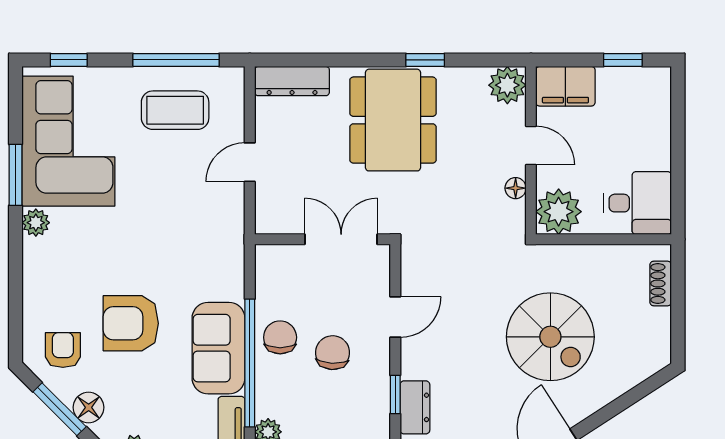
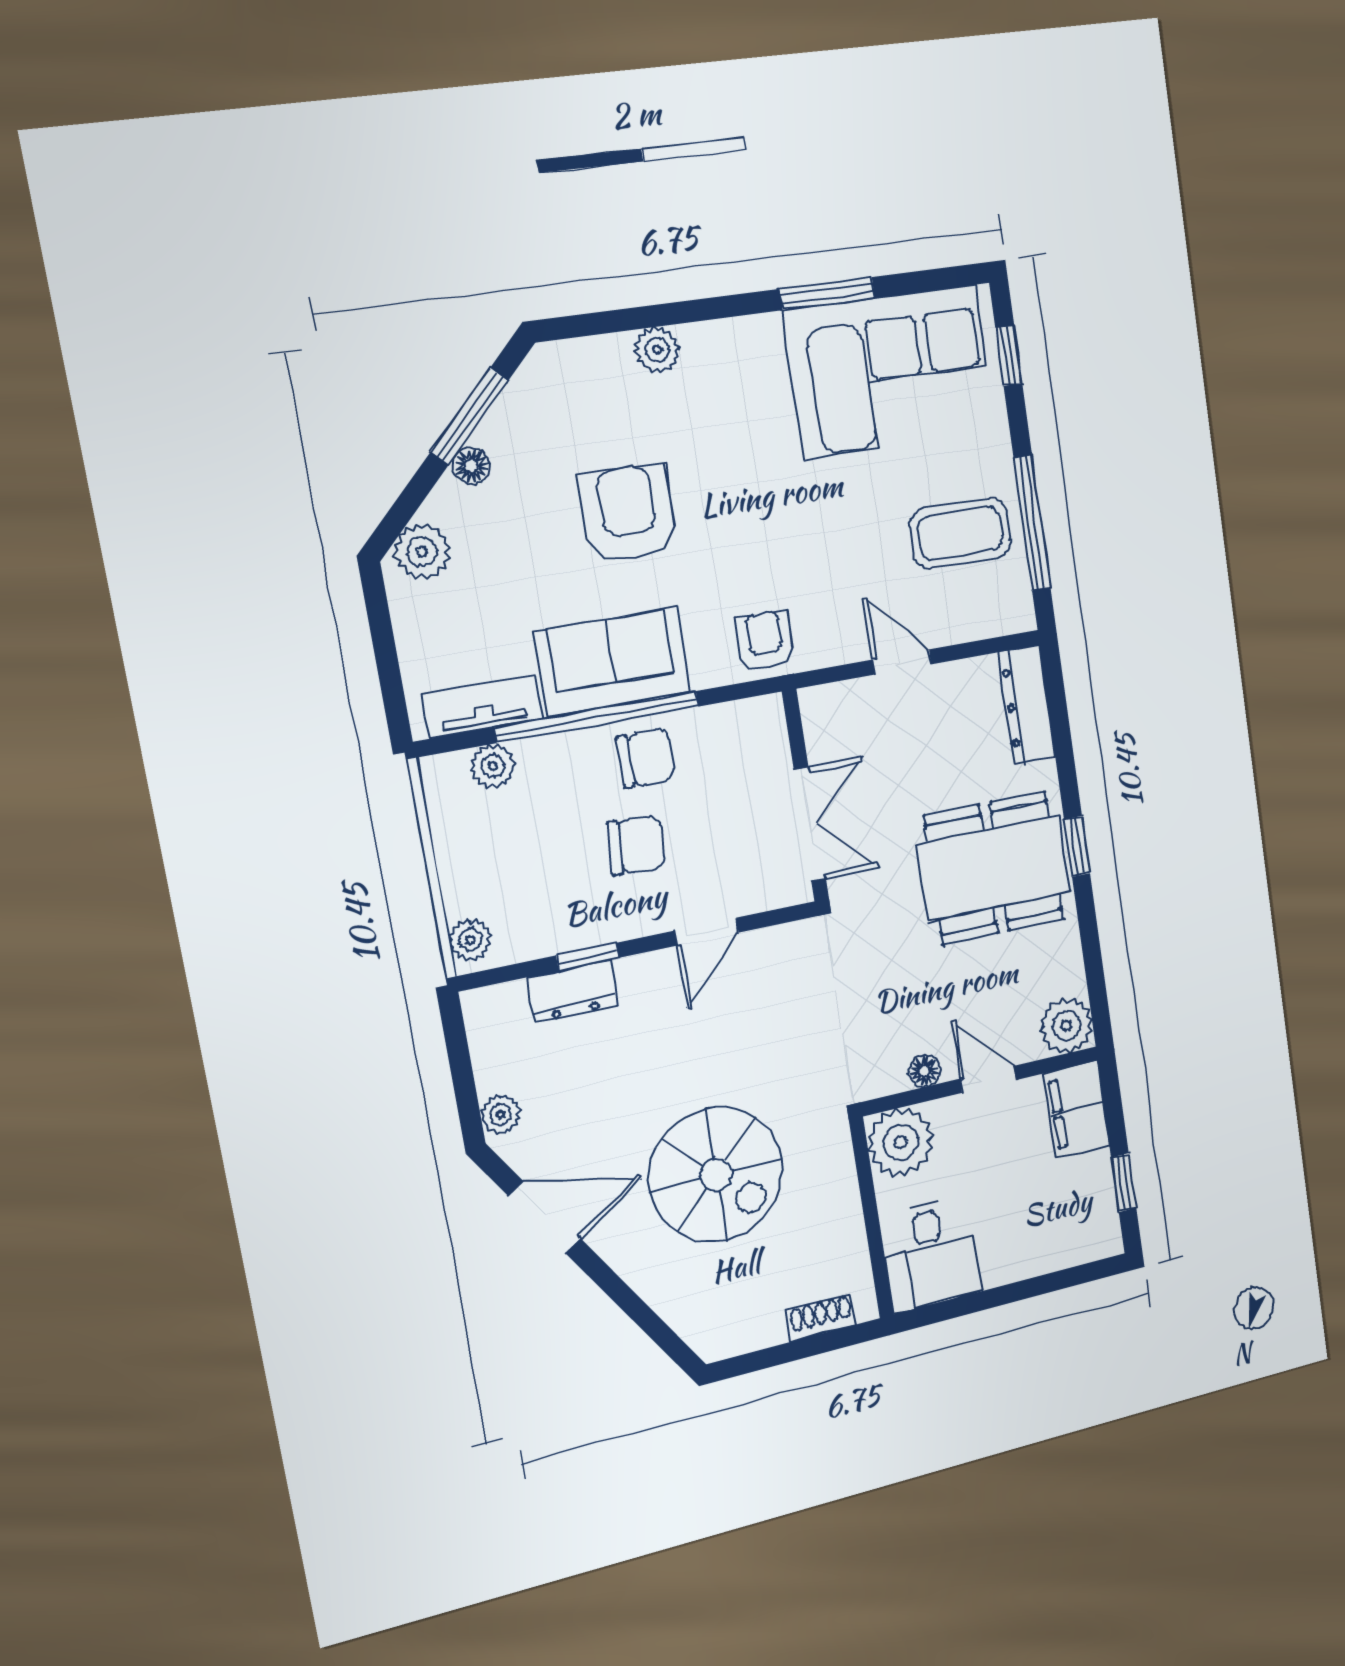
window: (425, 60) -> (1077, 846), moved
coffee table: (175, 110) -> (960, 533), turned 90
door: (531, 145) -> (988, 1079), swing flipped
plant: (36, 223) -> (657, 350), moved
door: (395, 317) -> (707, 932), hinge flipped
spiral stairs: (550, 337) -> (716, 1174), turned -90
armchair: (63, 350) -> (765, 641), moved, turned -90
floor lamp: (89, 407) -> (471, 466), width x0.73, depth x0.73

